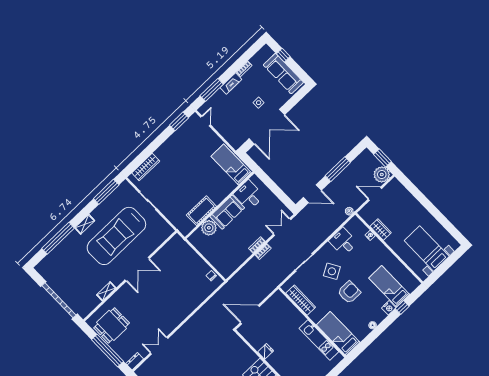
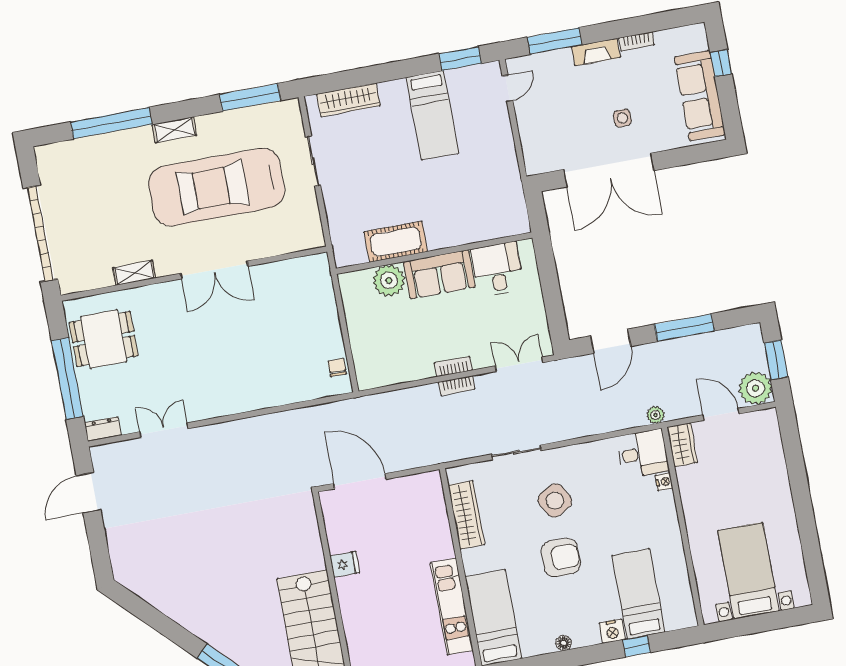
bed: (231, 165) -> (432, 115), moved, turned 180
door: (312, 194) -> (611, 341), hinge flipped
wardrobe: (381, 230) -> (682, 445), moved
desk: (343, 242) -> (643, 454), moved, turned 90

